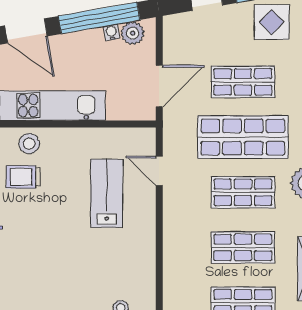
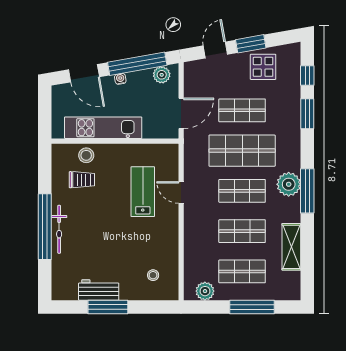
water cooler: (111, 32) -> (120, 79), moved
door: (159, 171) -> (181, 192), moved
trolley: (23, 177) -> (82, 180), turned 180

